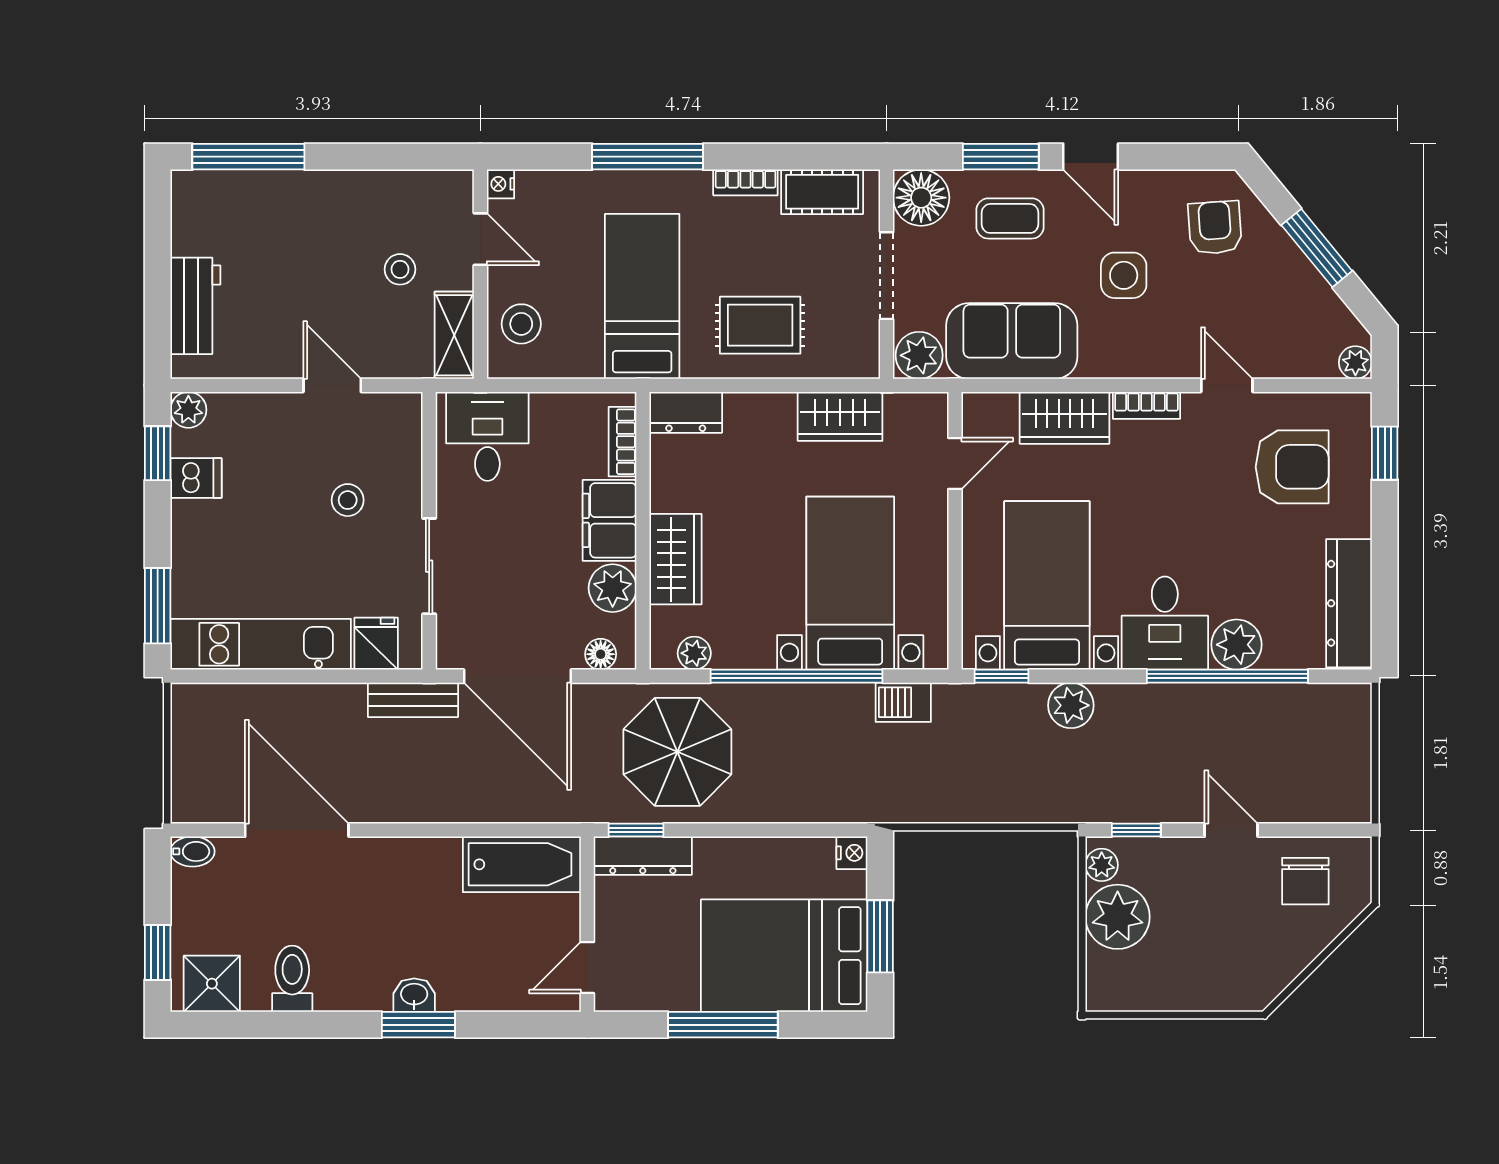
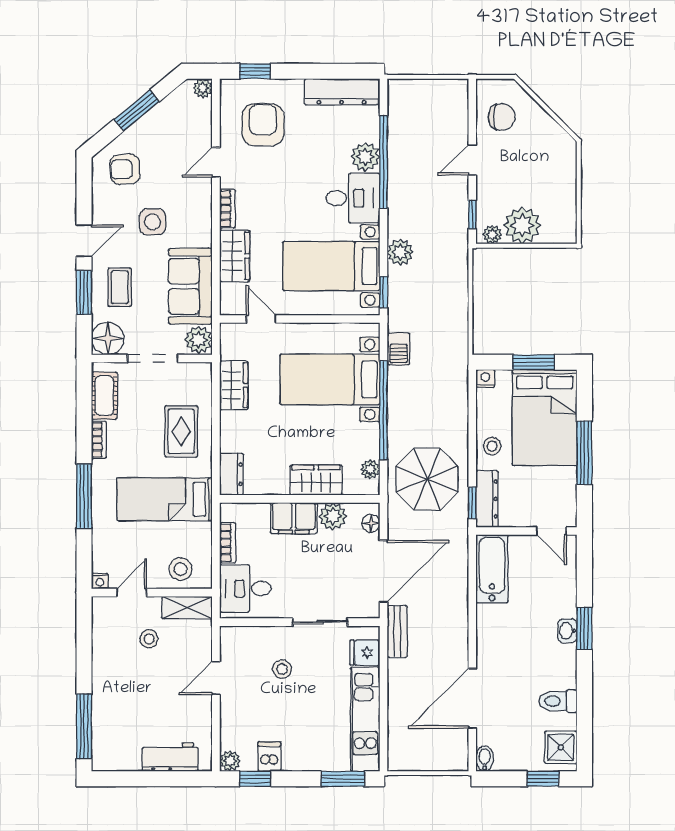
bookcase: (623, 442) -> (228, 543), moved, turned -90
stool: (734, 865) -> (492, 446), added

